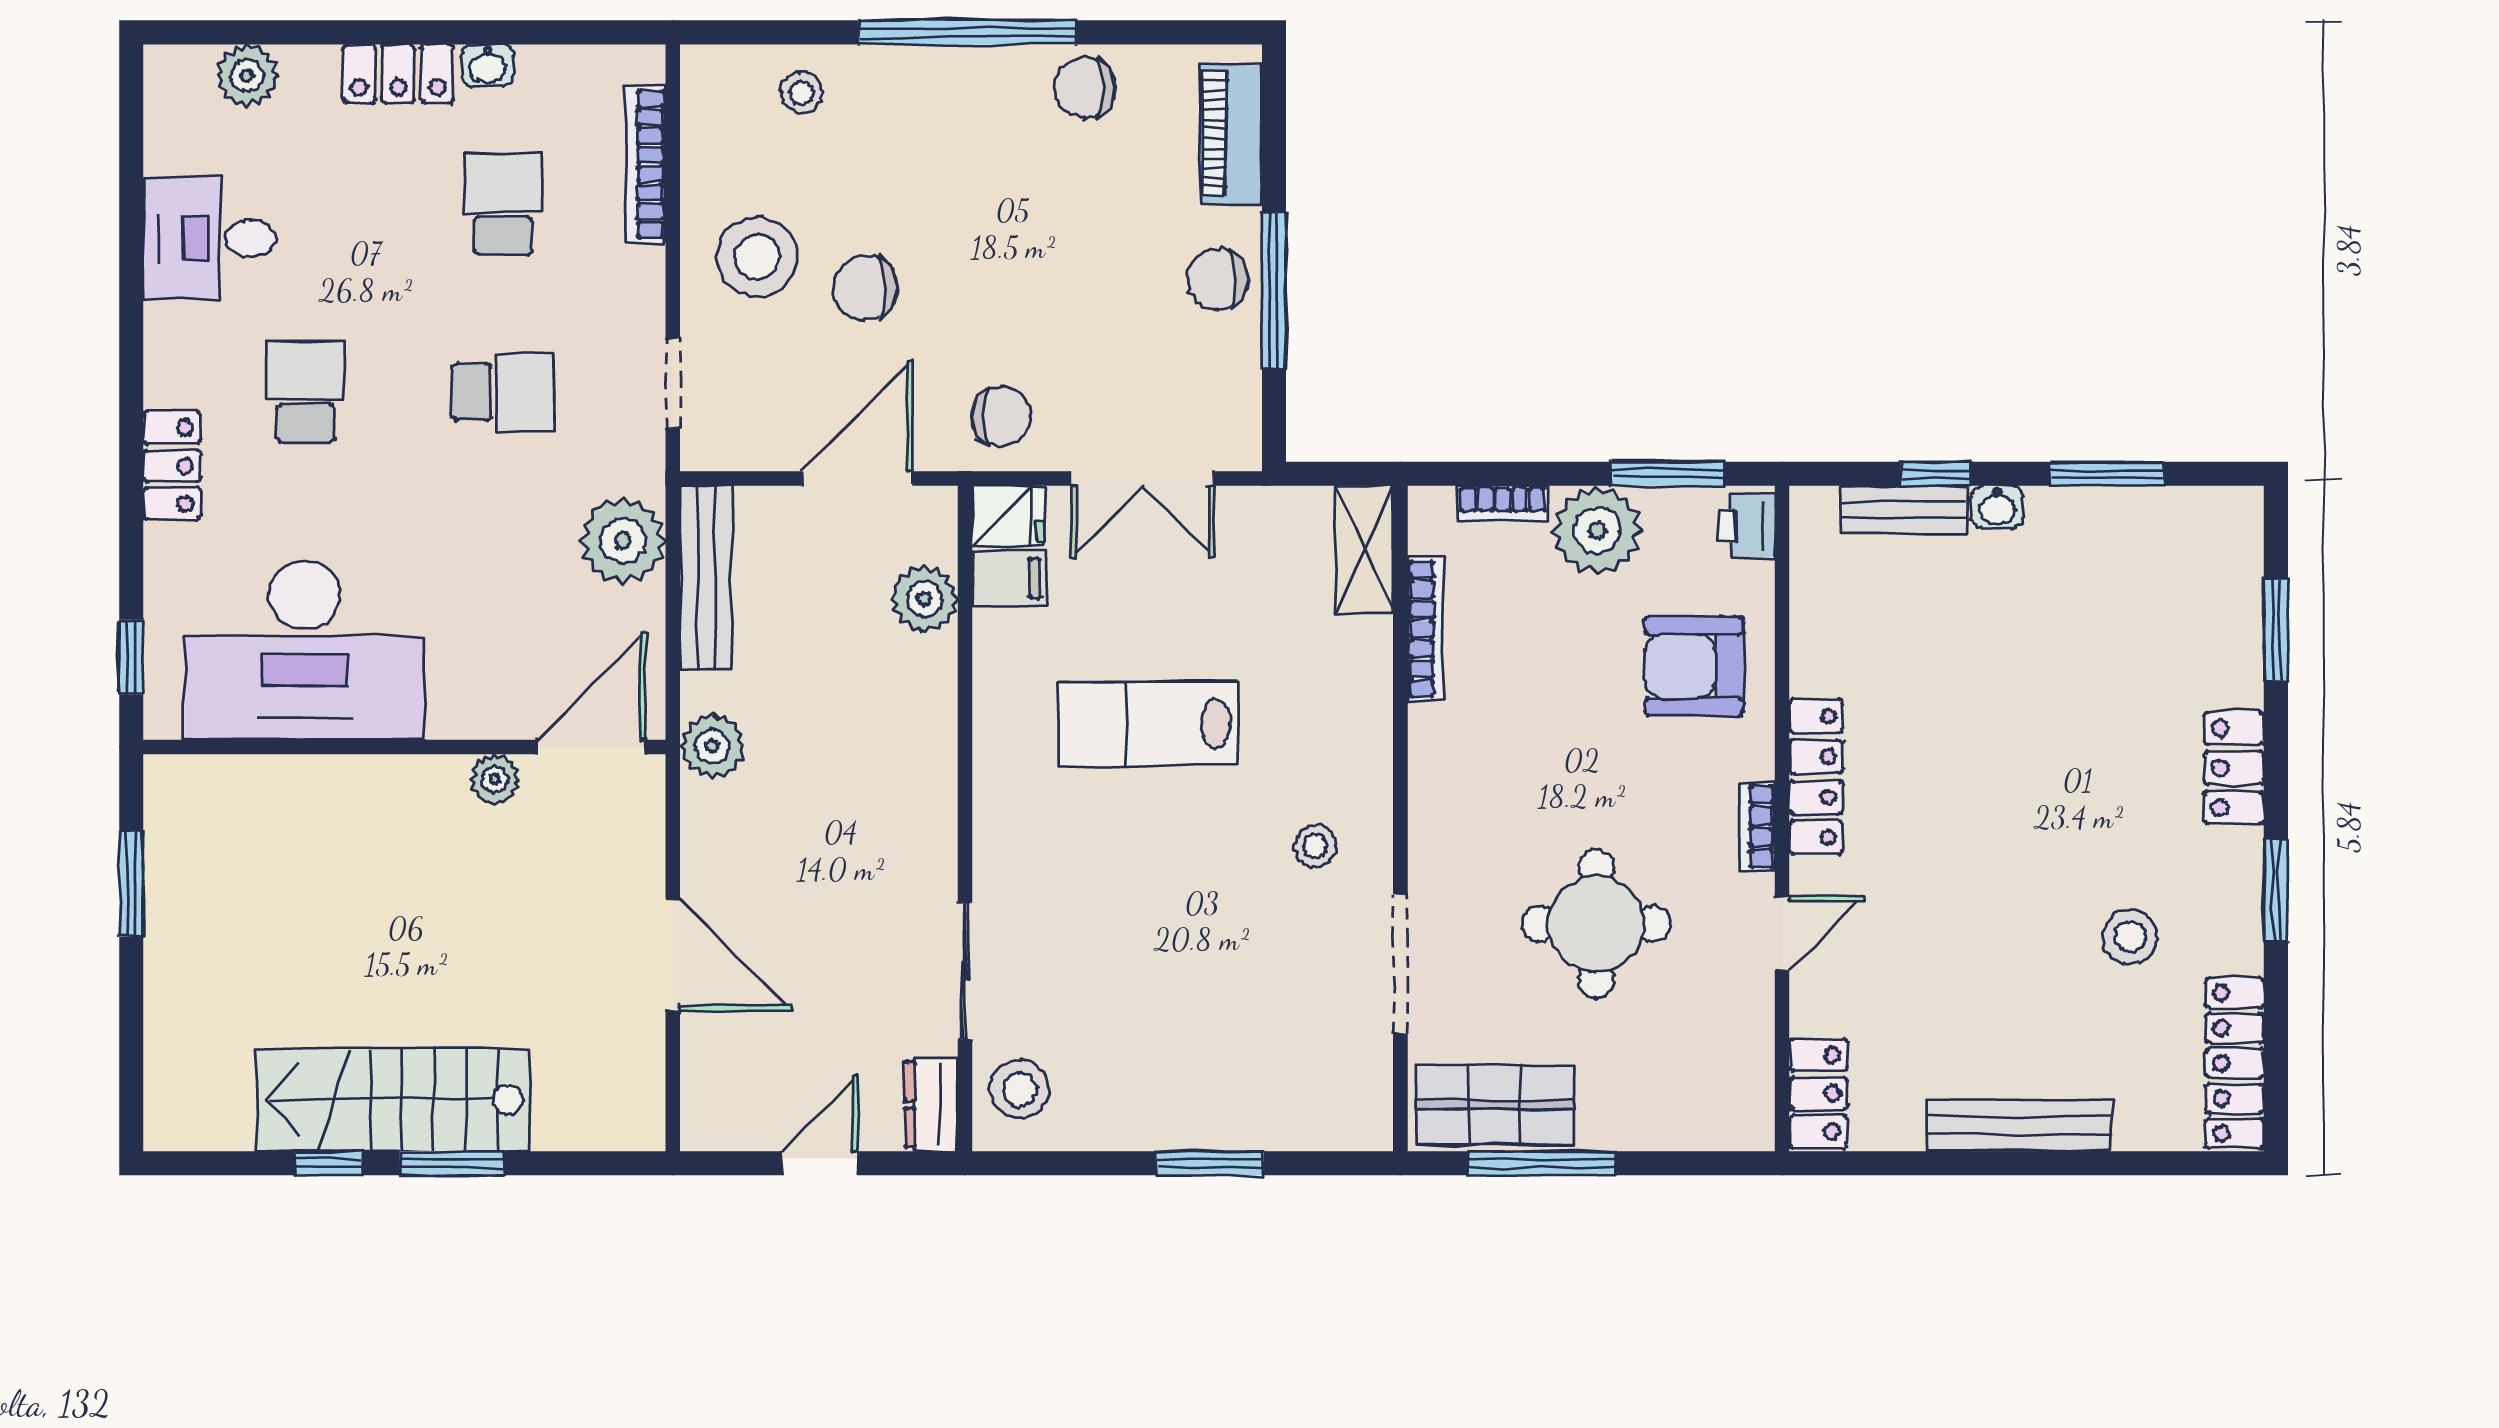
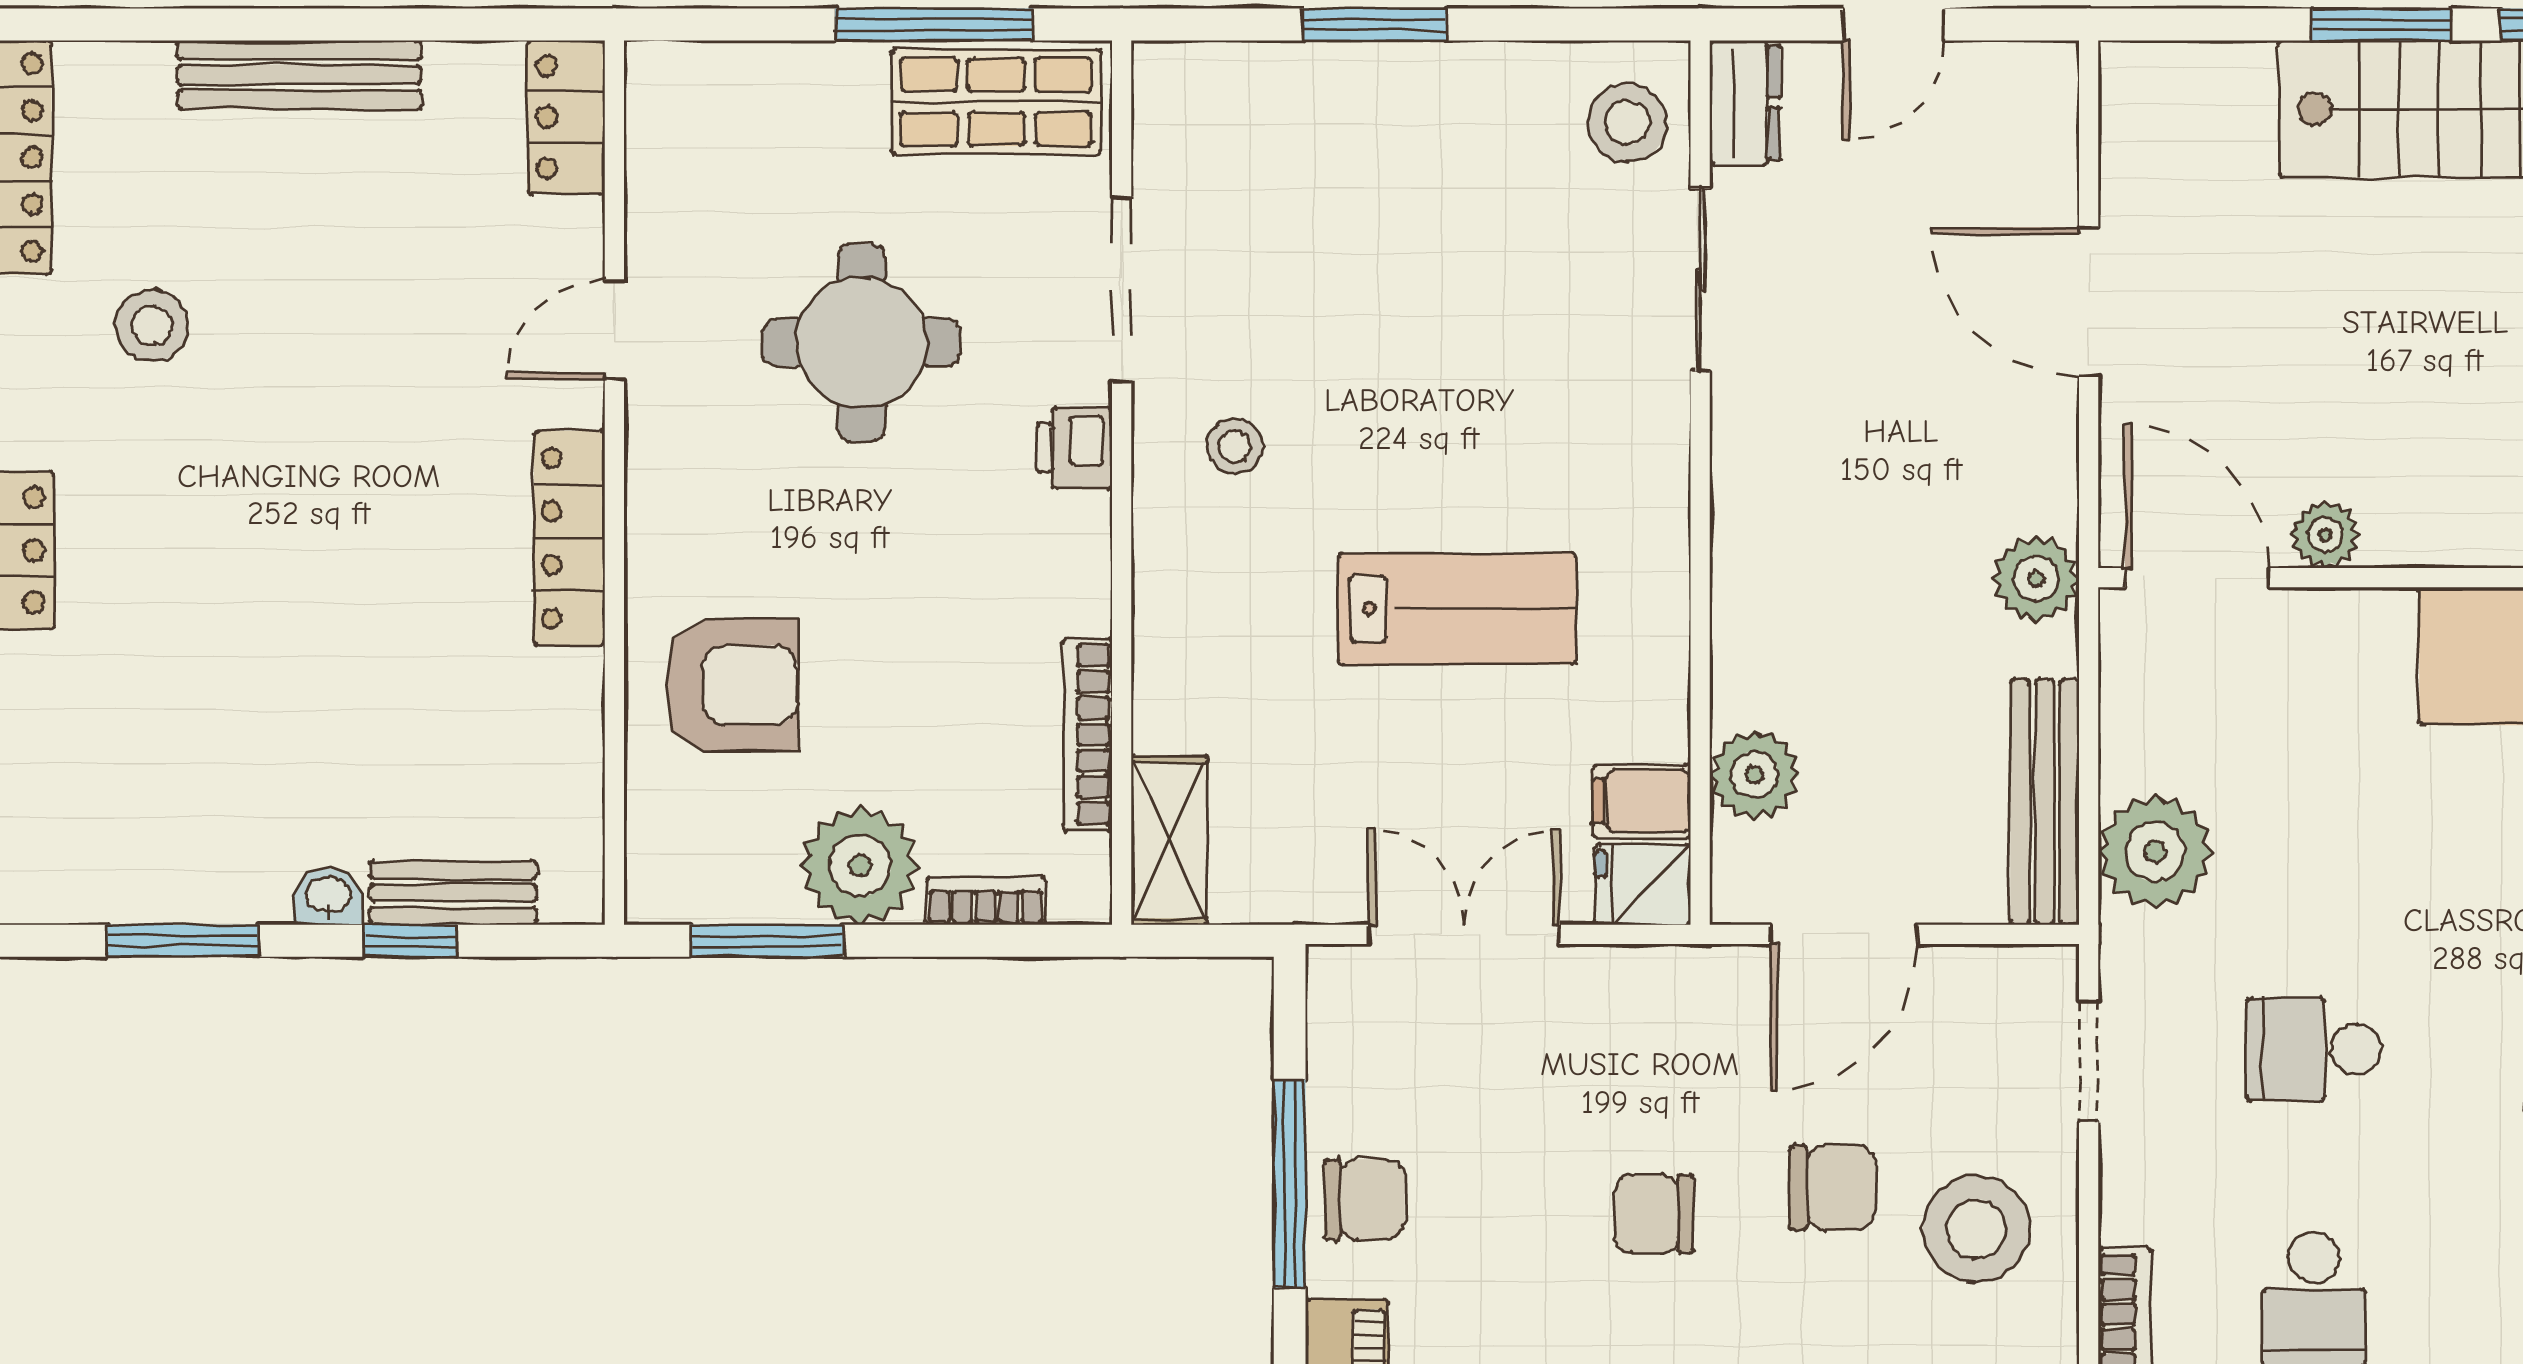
chair: (1001, 416) -> (1654, 1214), moved
printer: (1747, 526) -> (1075, 448), moved, turned 180
door: (591, 747) -> (2197, 578), swing flipped
bookcase: (1757, 827) -> (648, 472), removed

